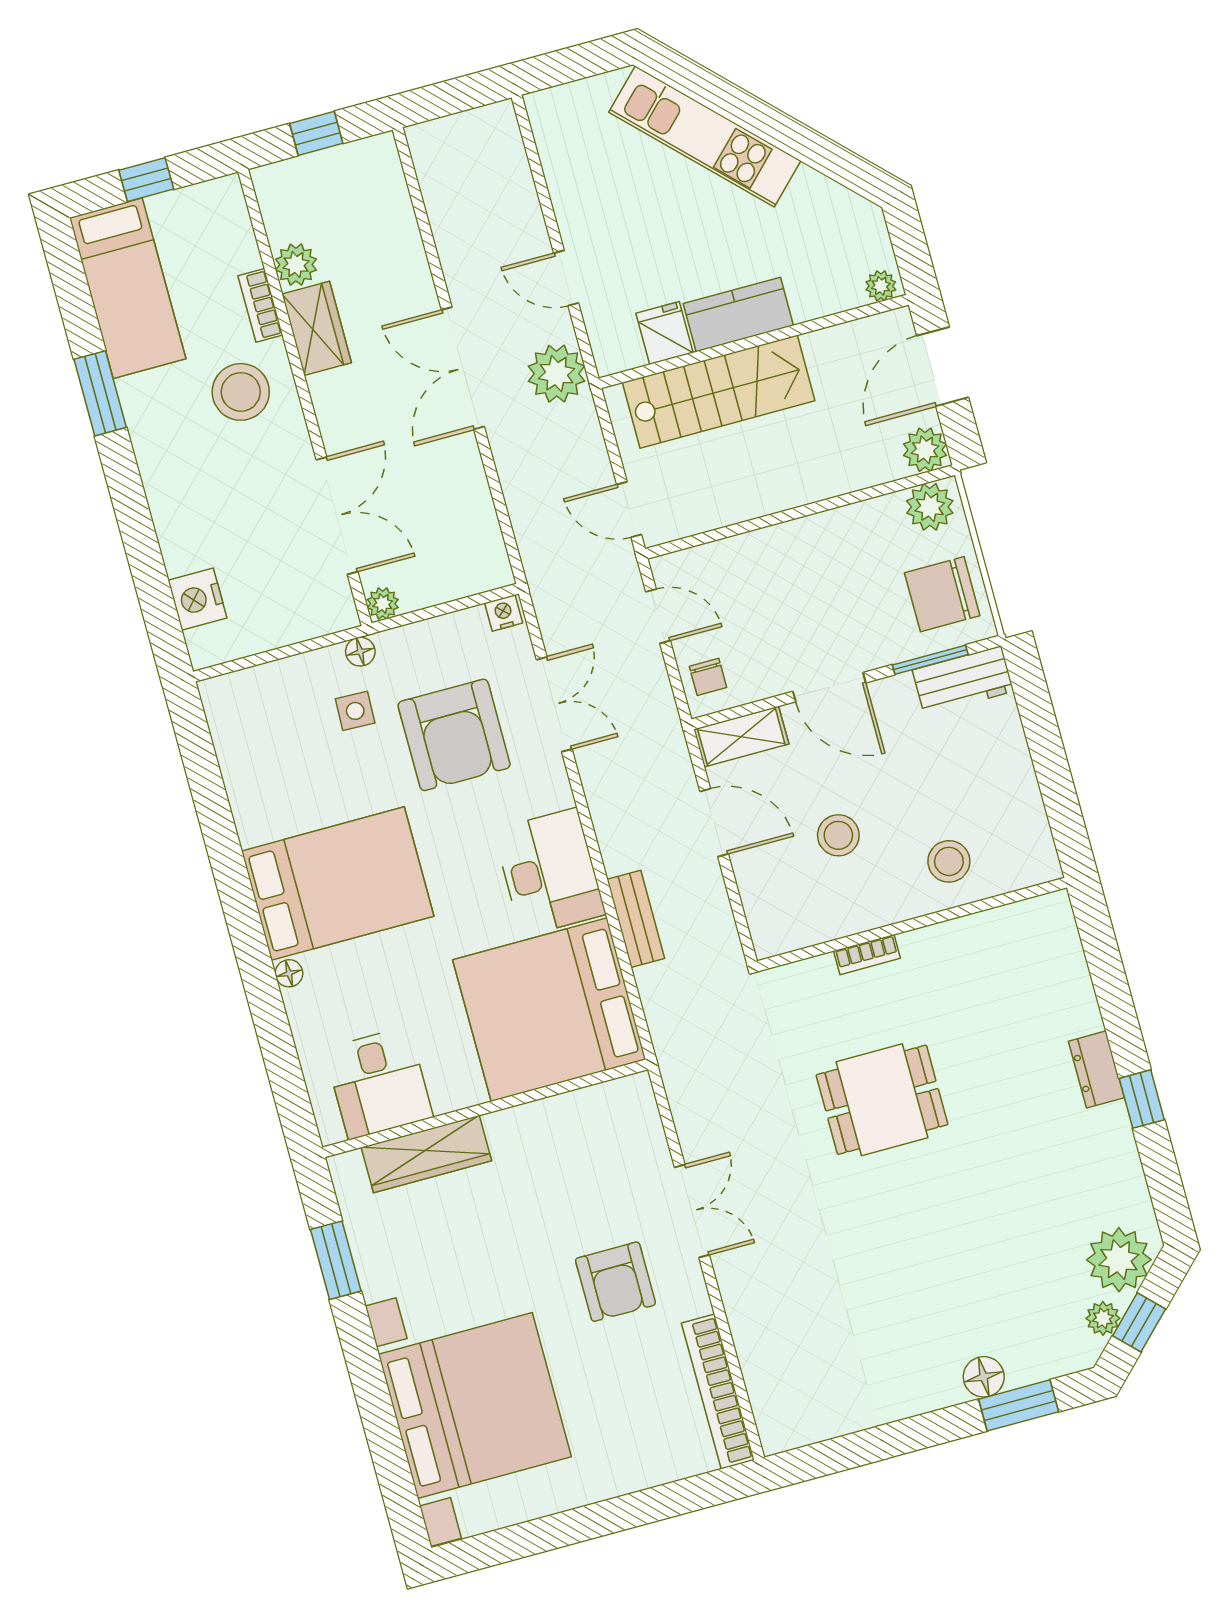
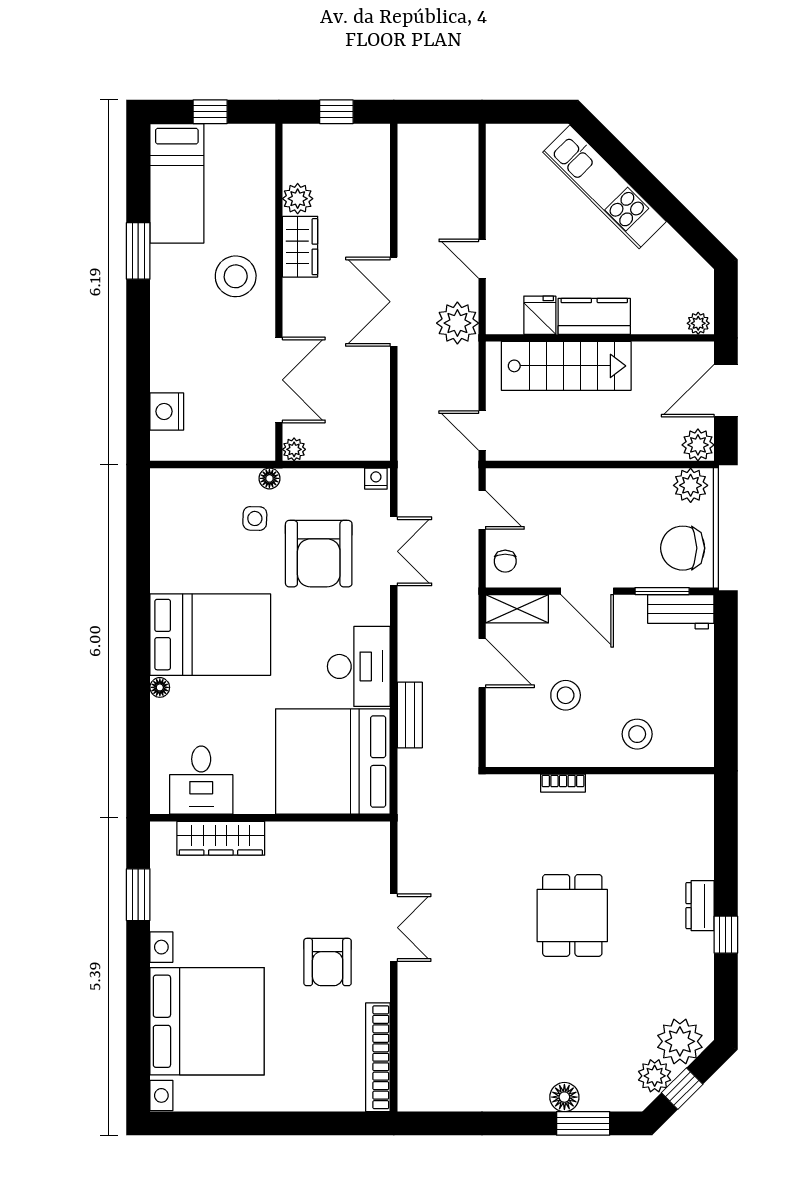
bookcase: (260, 305) -> (265, 220), removed
dining table: (882, 1100) -> (572, 915), moved, turned 90
plant: (1103, 1318) -> (655, 1076), width x1.38, depth x1.38

